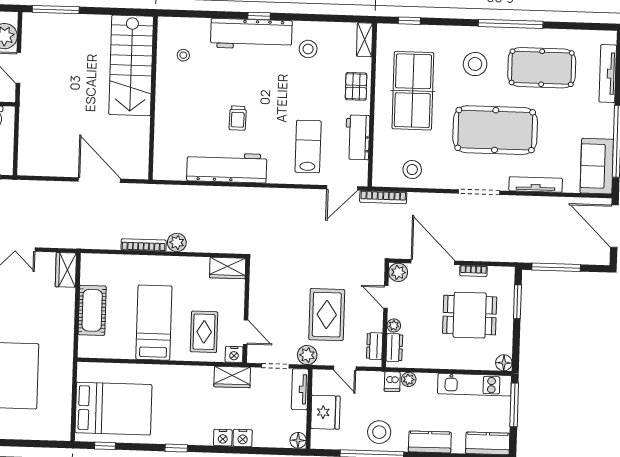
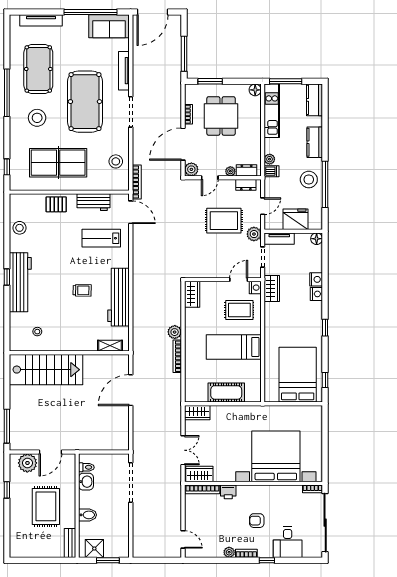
shelving: (365, 40) -> (110, 346), moved
stool: (308, 49) -> (20, 228), moved

